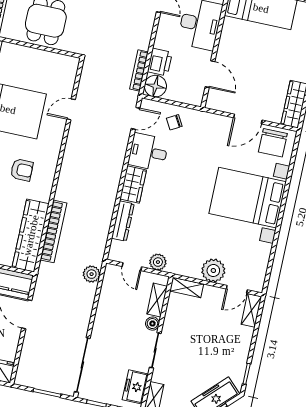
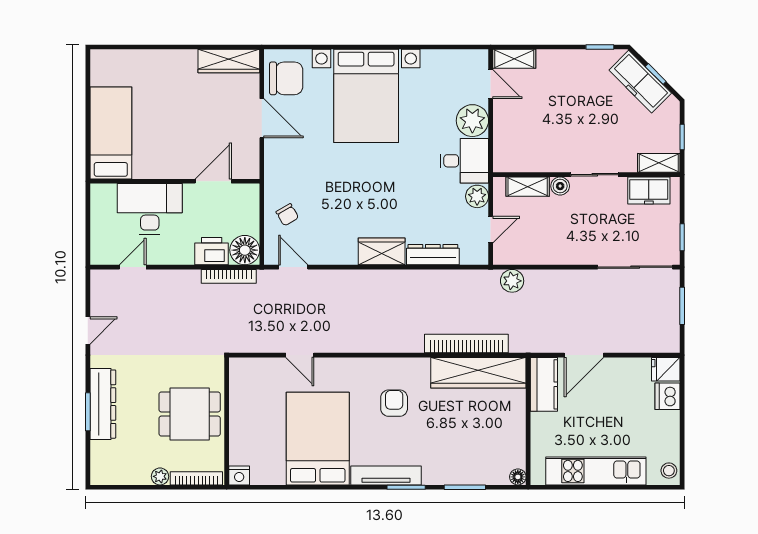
desk: (148, 152) -> (464, 161), moved, turned -90
shelving: (187, 287) -> (503, 151), removed

